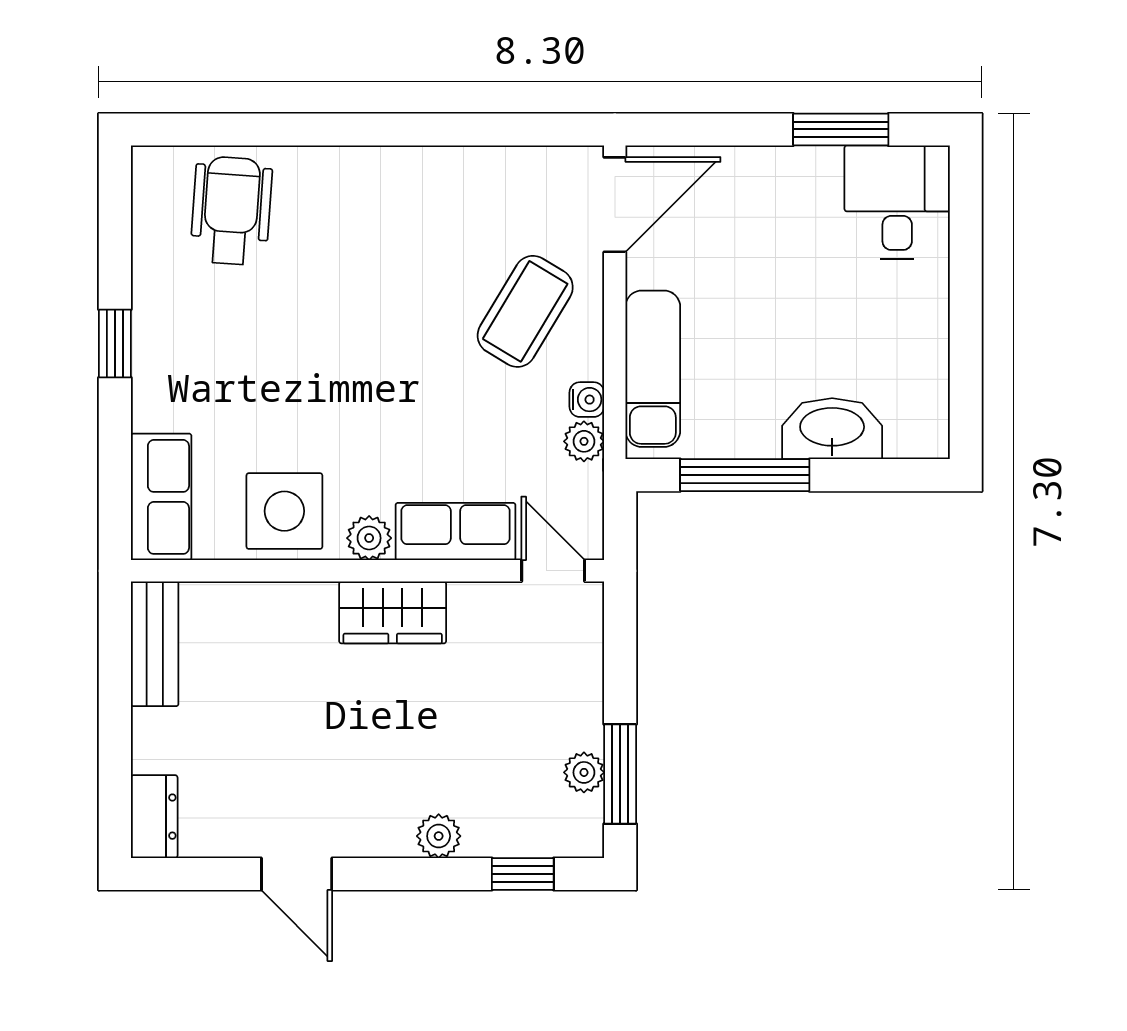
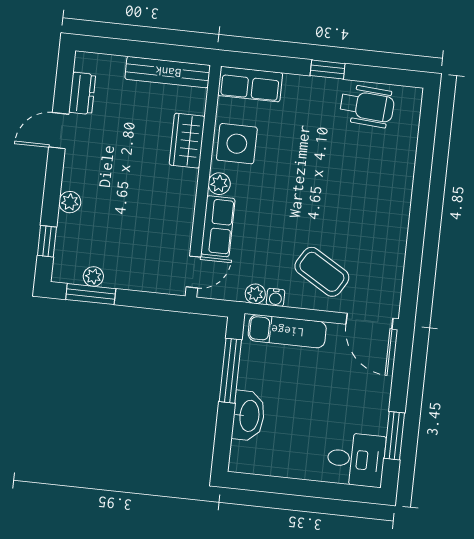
wheelchair: (231, 211) -> (367, 106), moved
wardrobe: (393, 612) -> (187, 141), moved
bench: (155, 644) -> (168, 72), width x1.36
dresser: (154, 817) -> (82, 93), moved, turned -90

